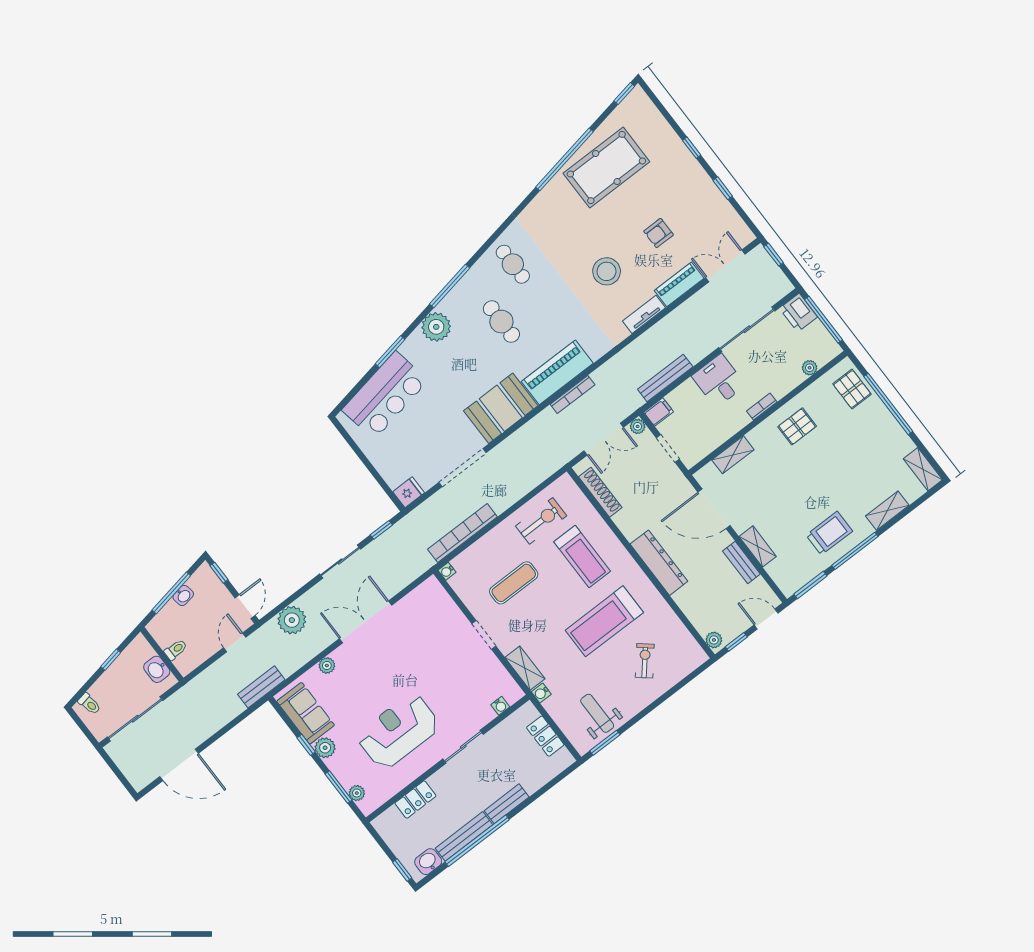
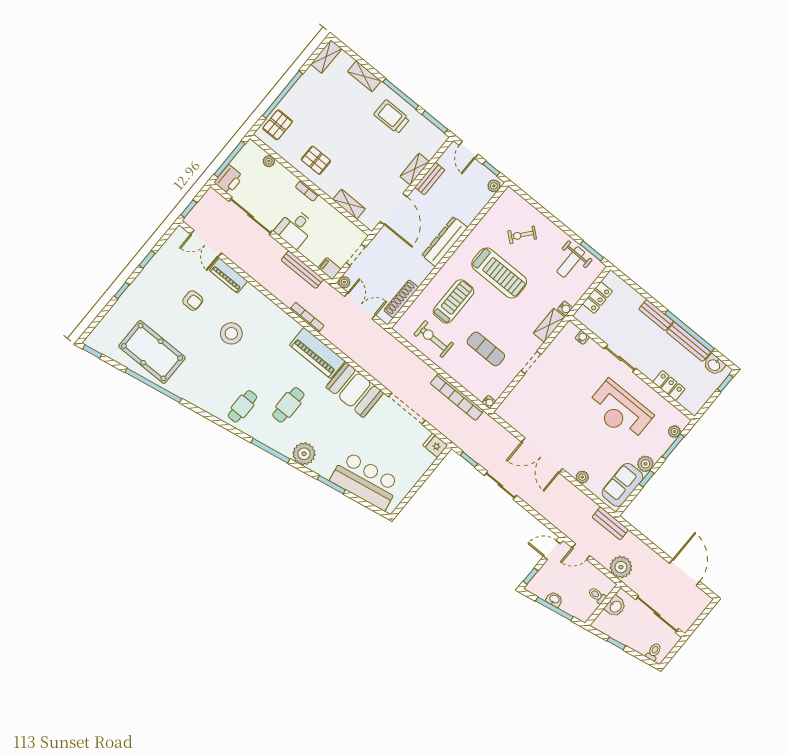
tv unit: (644, 314) -> (258, 297), removed
bookcase: (573, 395) -> (307, 317), moved
plant: (292, 620) -> (621, 567), moved

